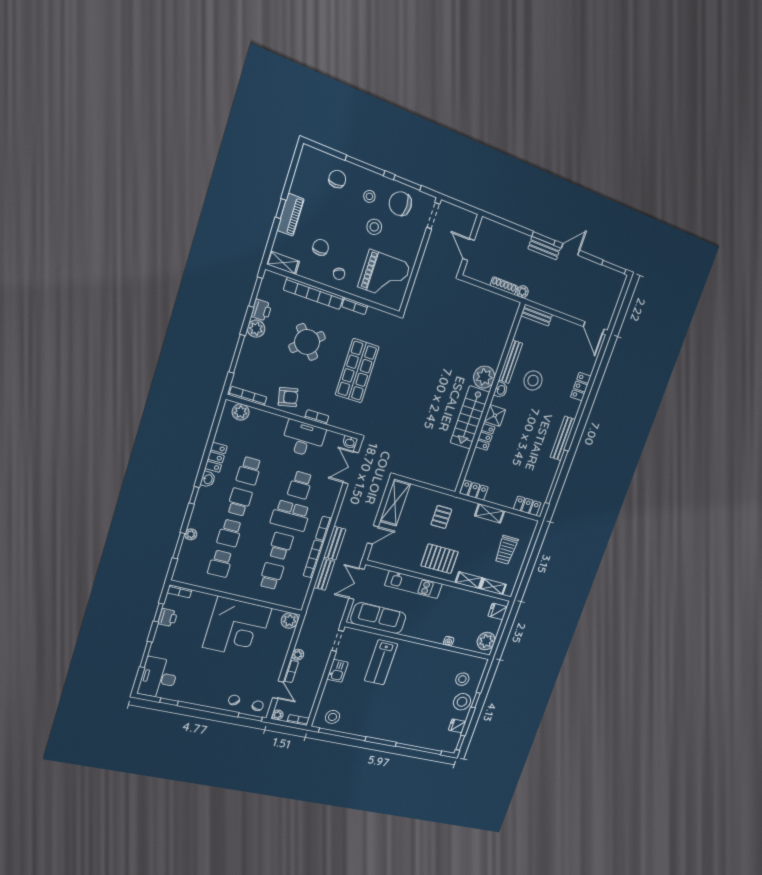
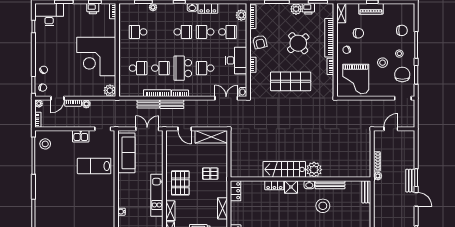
school desk: (230, 533) -> (227, 32), moved, turned 180
kitchen unit: (414, 585) -> (157, 195), moved

